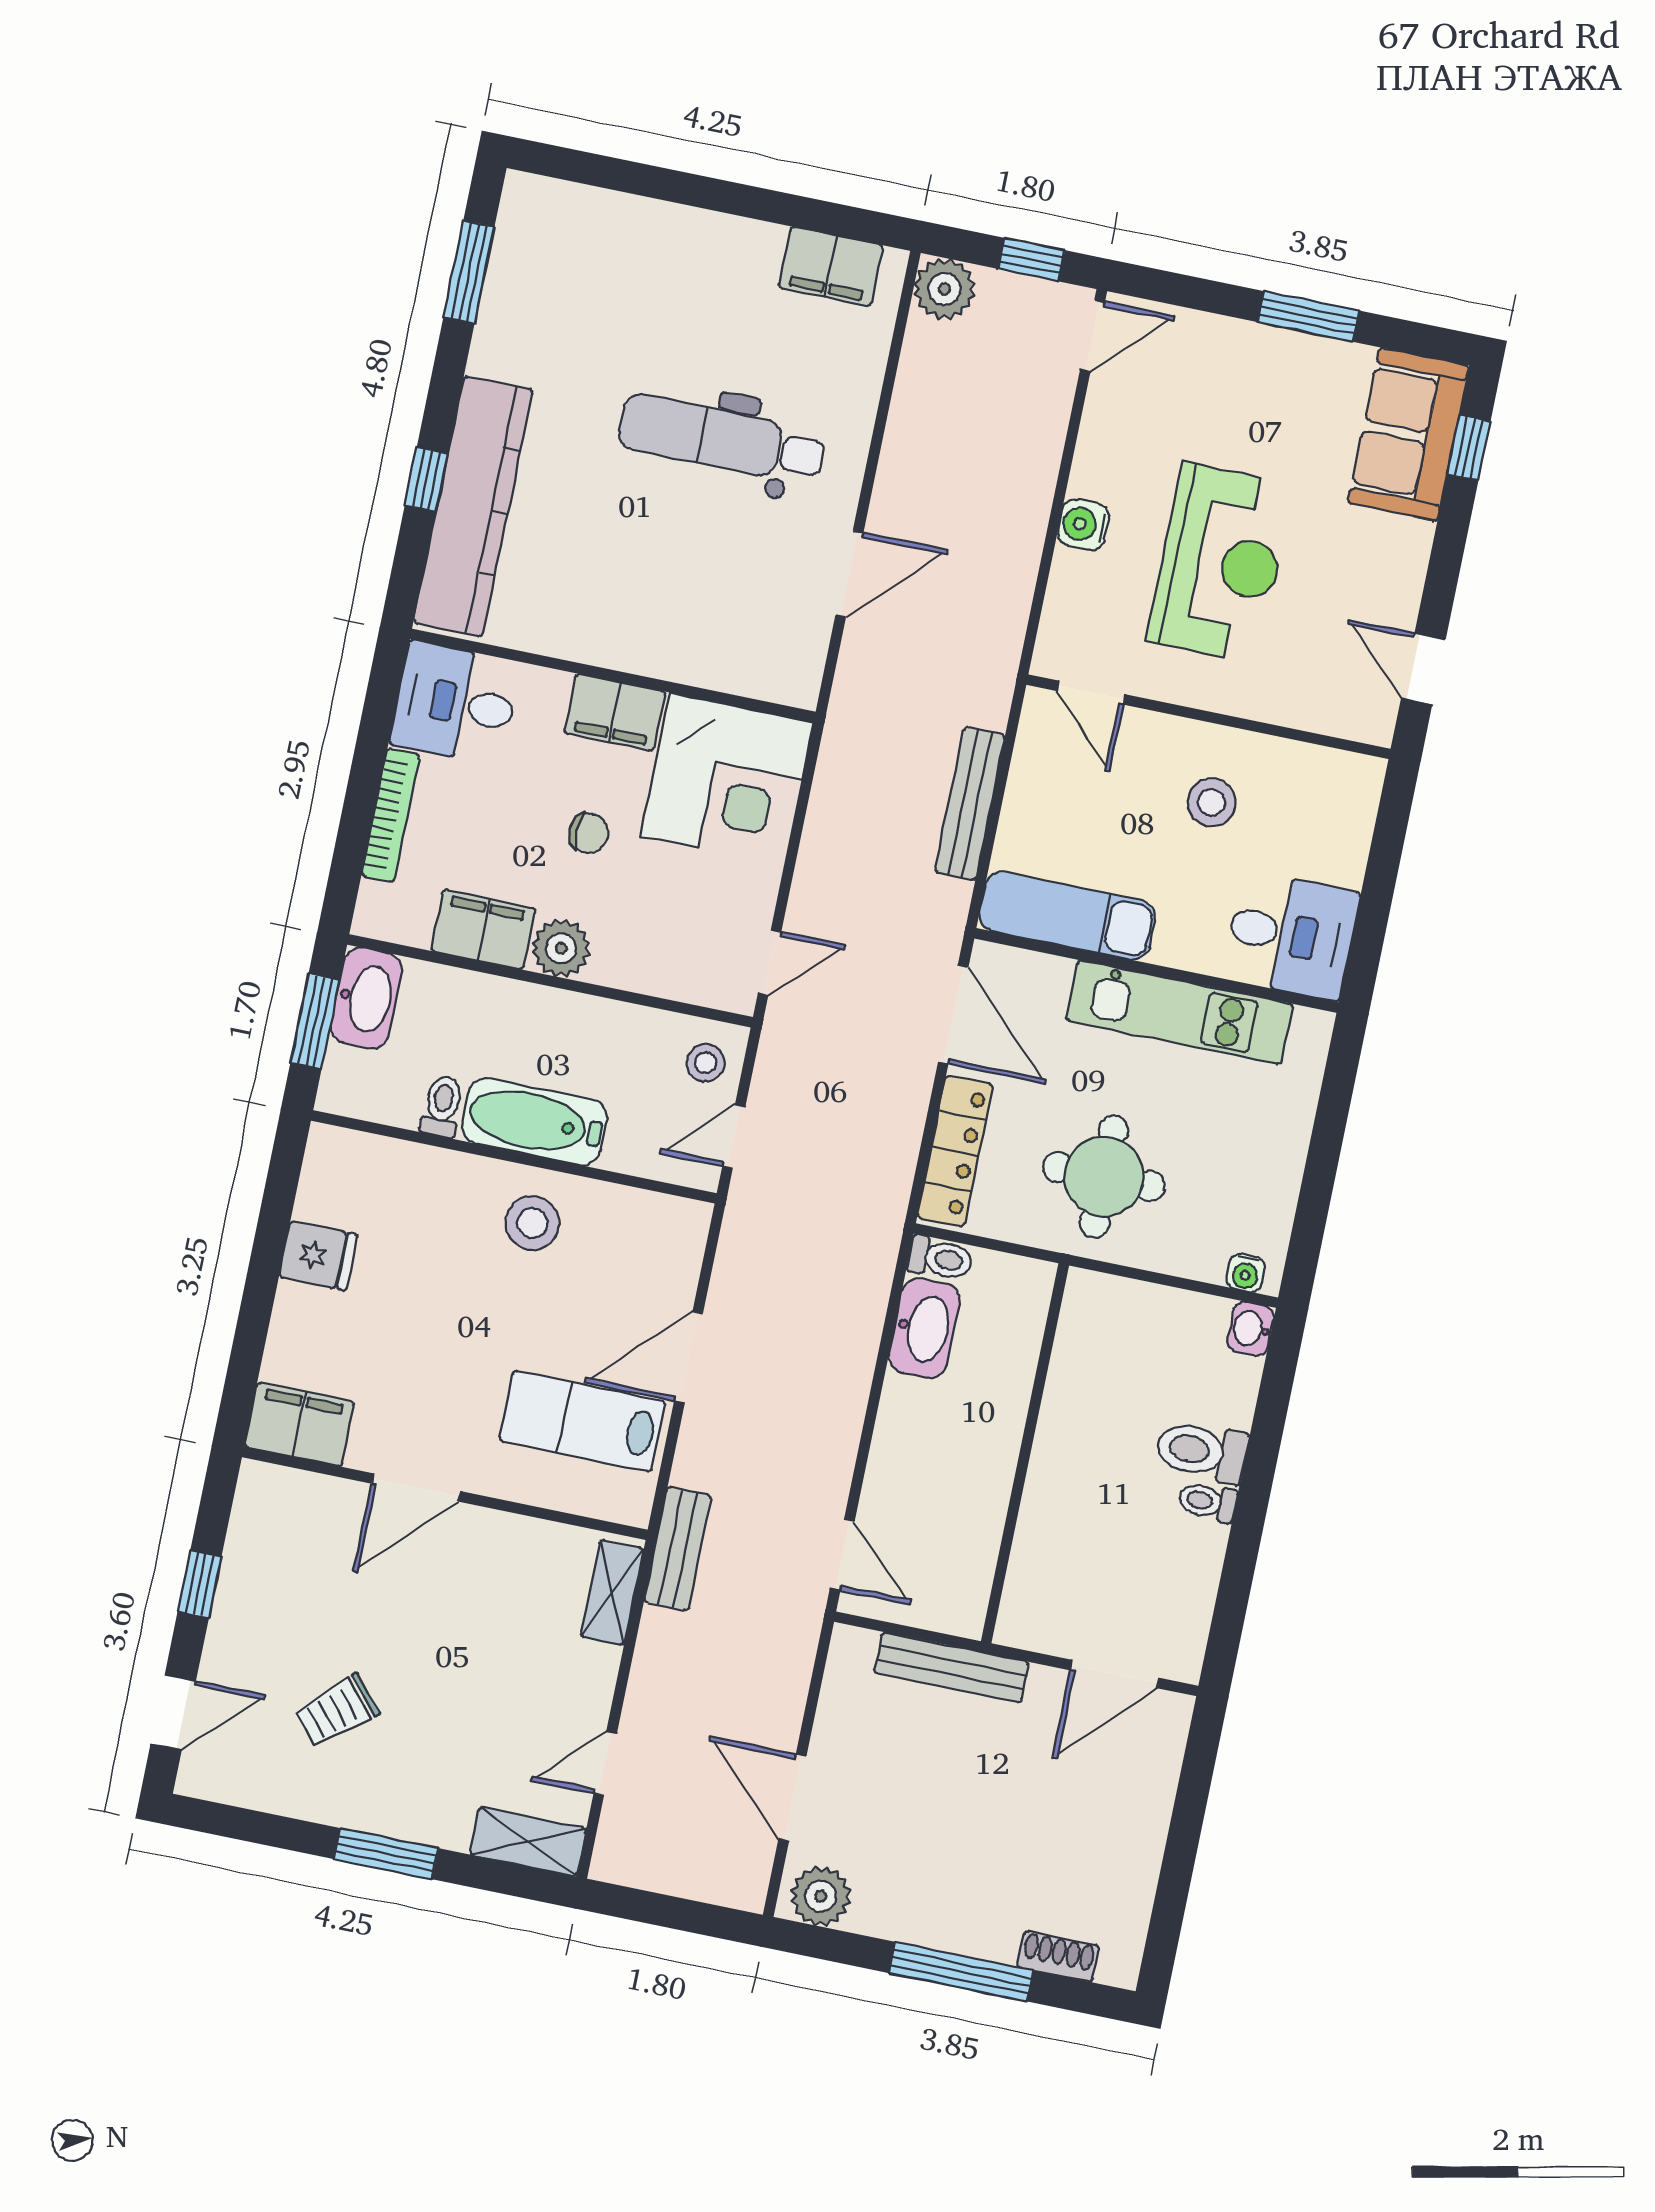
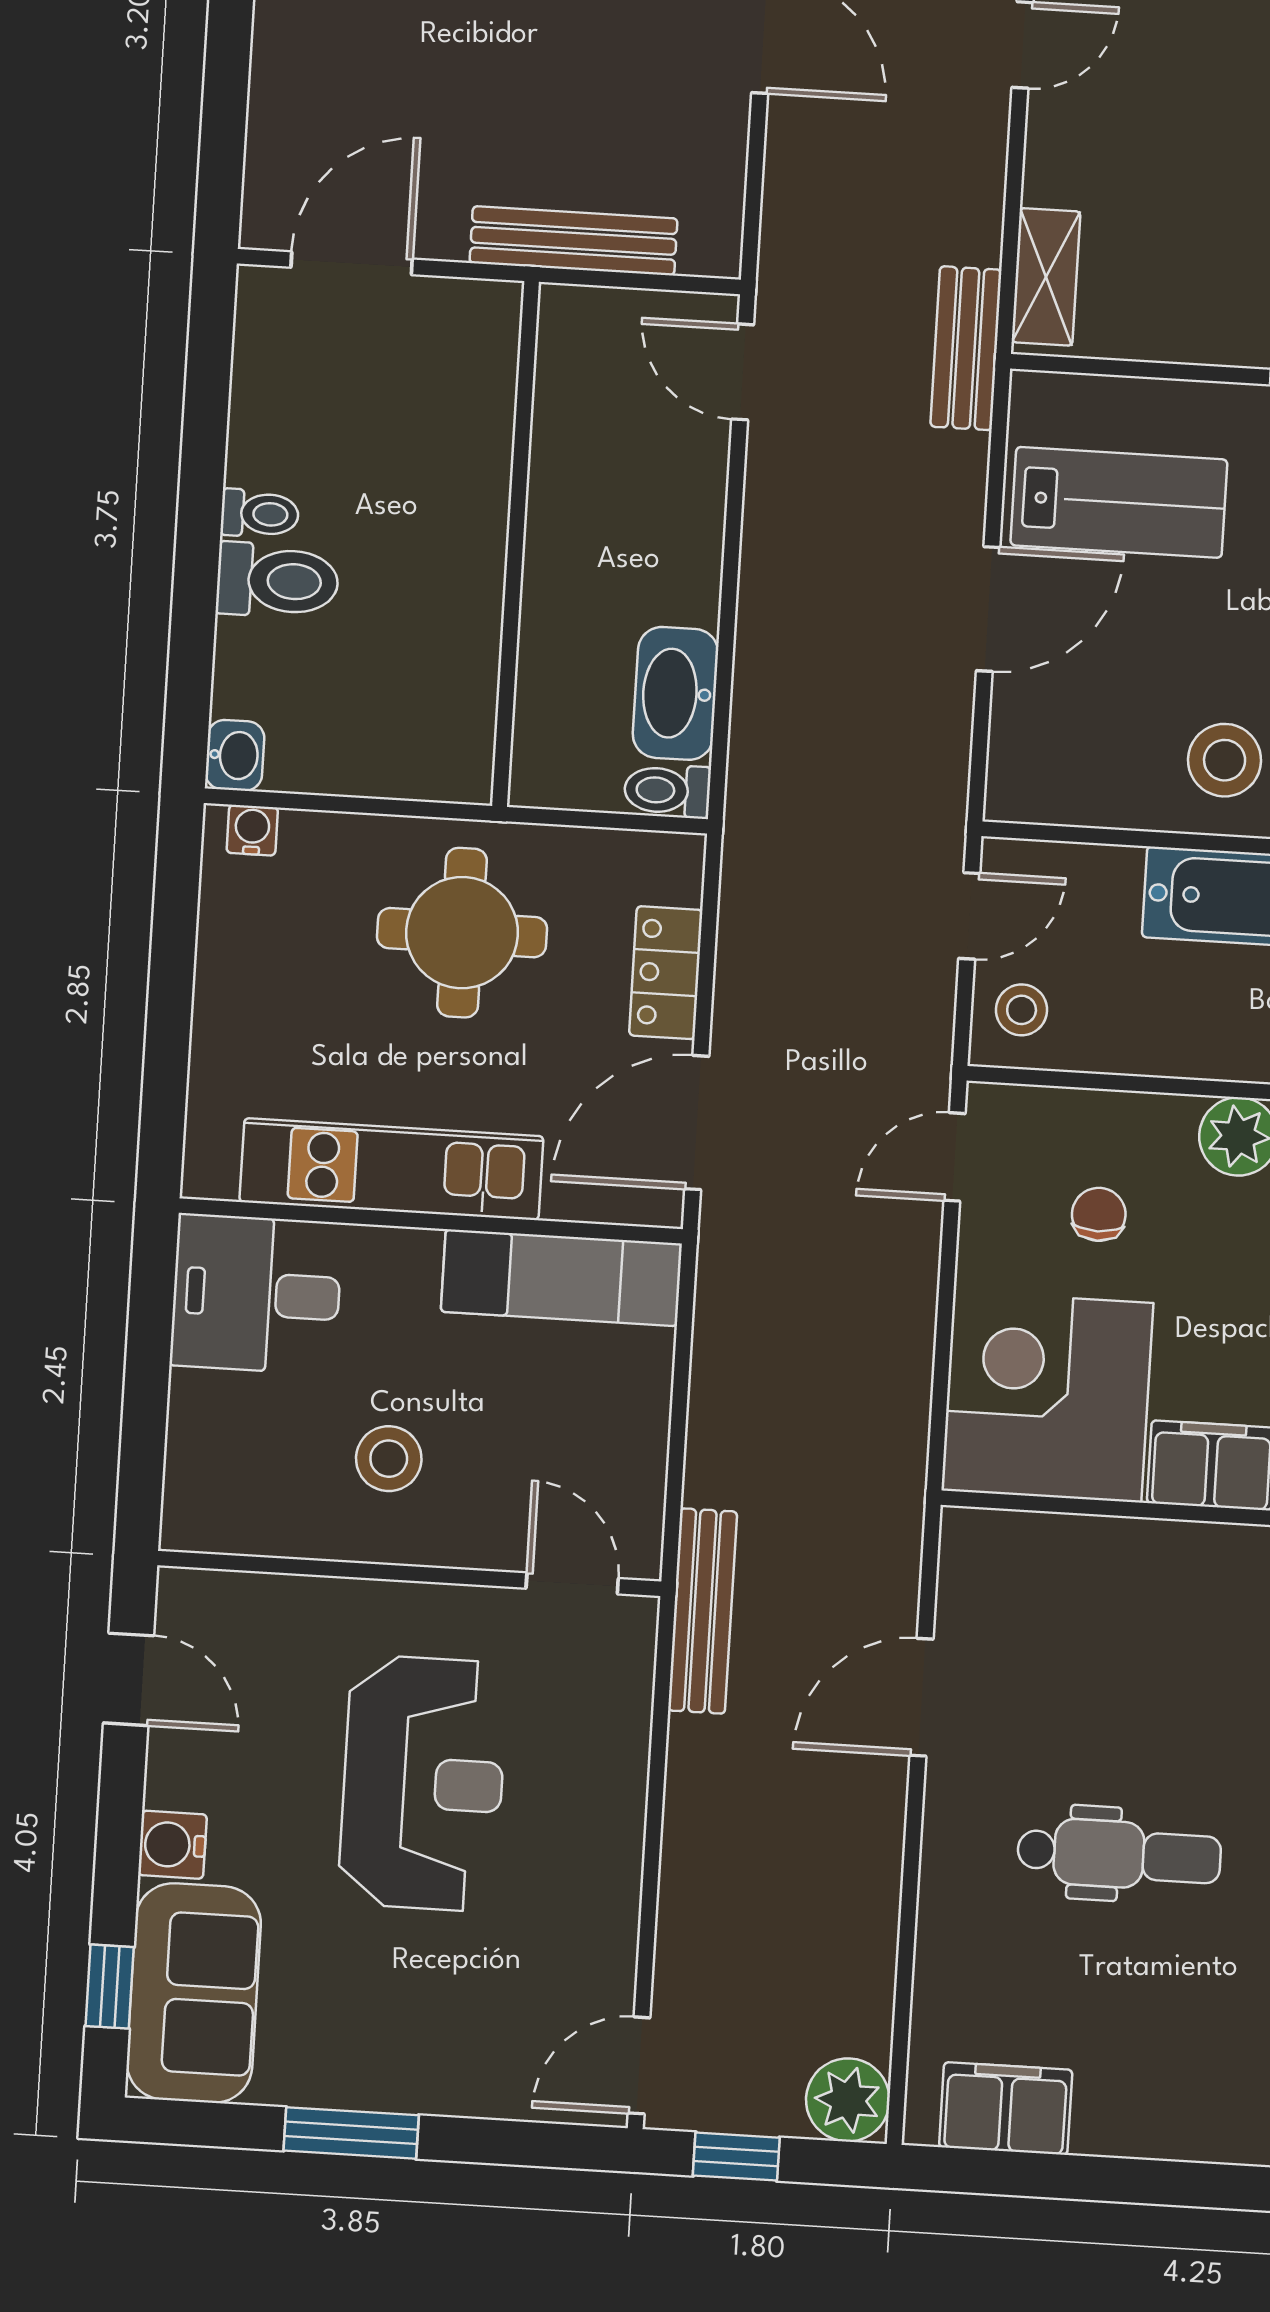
dental chair: (722, 439) -> (1119, 1854), width x0.73, depth x0.72
water cooler: (1083, 525) -> (172, 1845), moved, turned 180
reception desk: (1220, 563) -> (423, 1783), turned 180
bench: (970, 804) -> (703, 1611), moved
chair: (589, 833) -> (1099, 1214), moved, turned 90
door: (953, 1014) -> (697, 1123), hinge flipped
locker: (955, 1151) -> (666, 973), width x0.66

